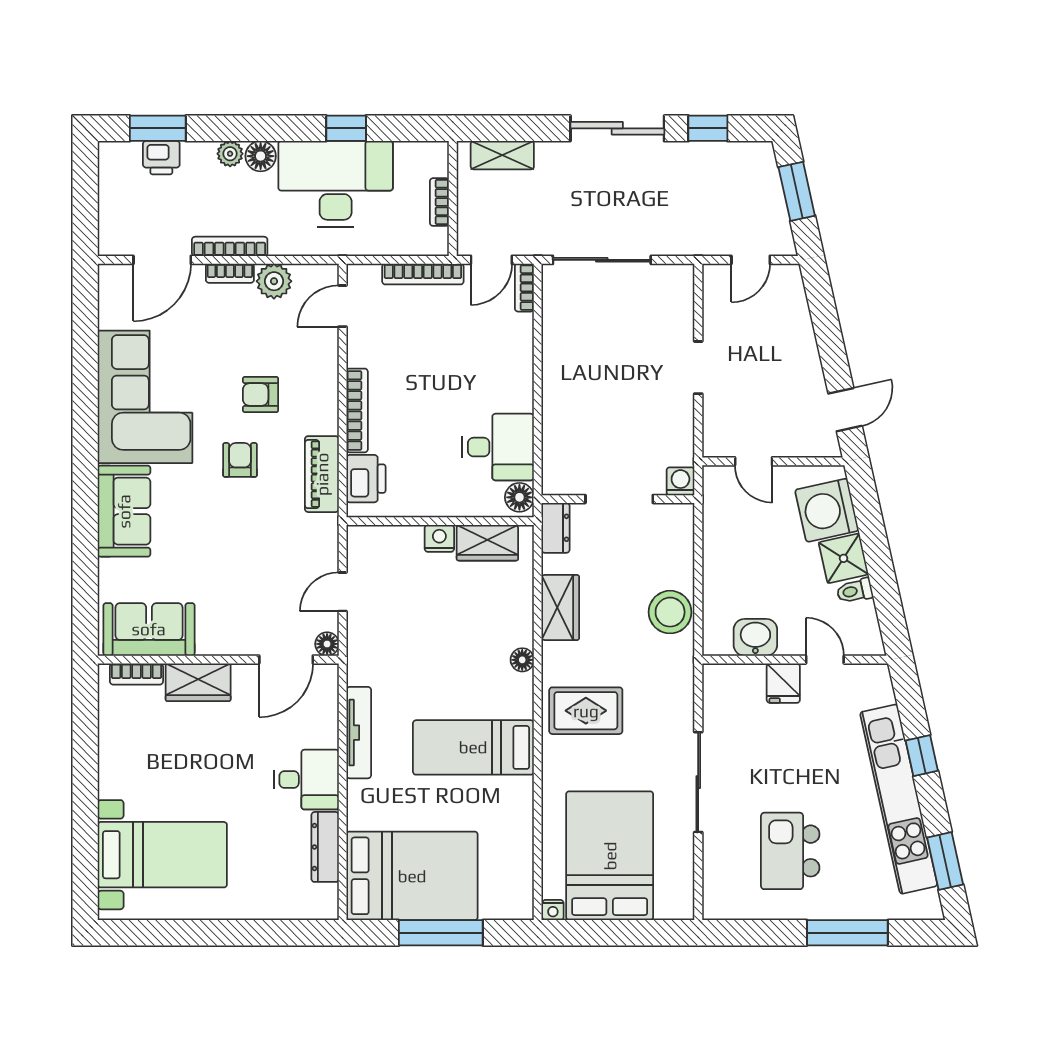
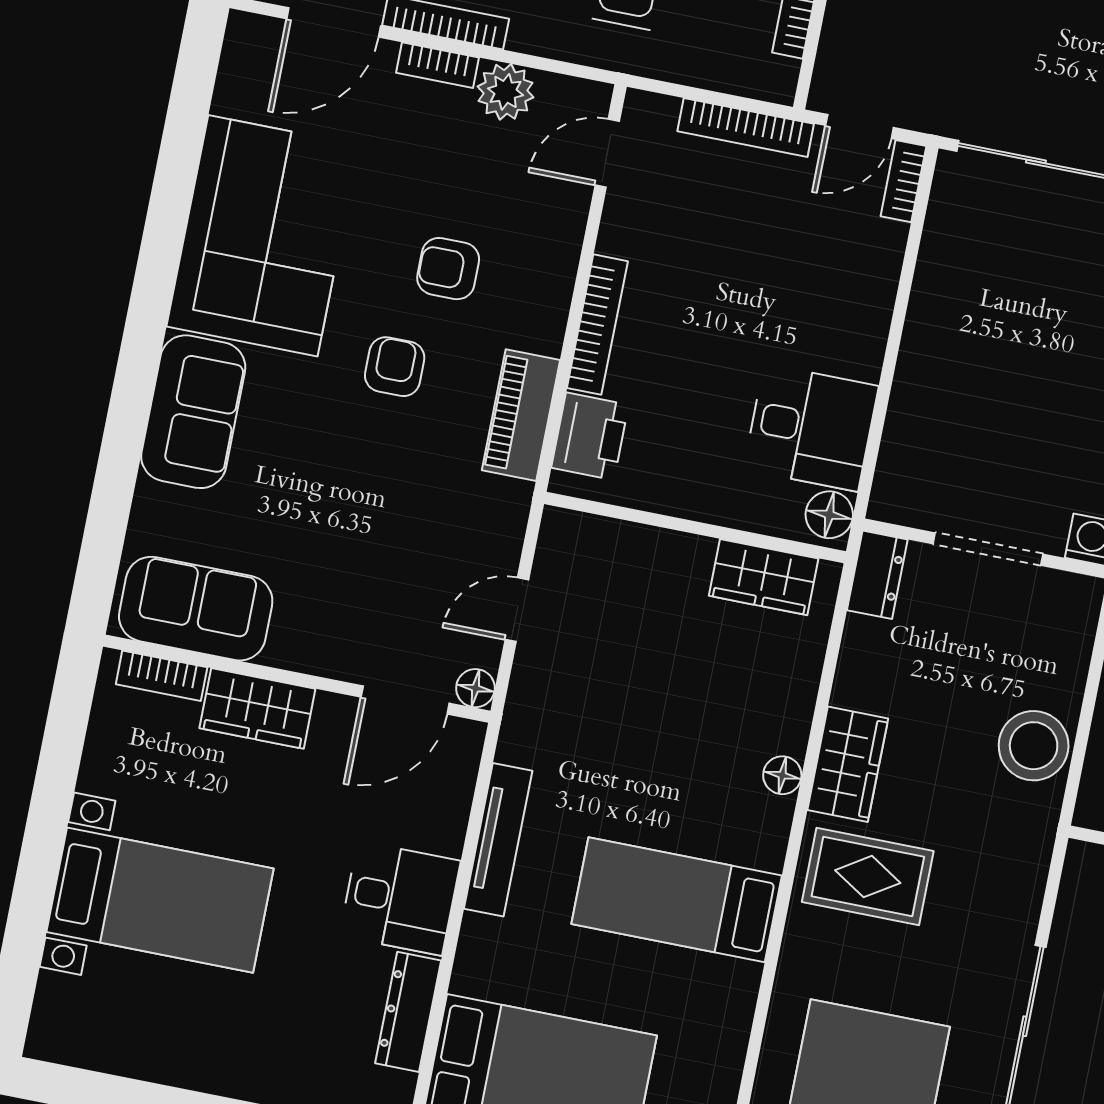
nightstand: (439, 538) -> (688, 555), removed
wardrobe: (560, 607) -> (848, 764), moved
bed with nightstands: (162, 855) -> (160, 900), moved

